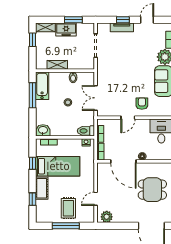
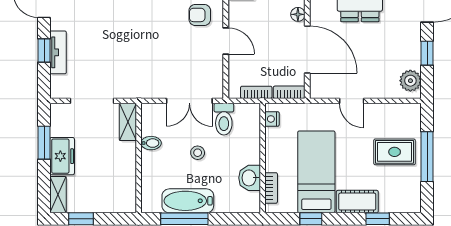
shelving: (57, 65) -> (128, 122), moved
bathtub: (42, 86) -> (188, 201), moved
washbasin: (43, 130) -> (250, 178), moved
toilet: (86, 131) -> (224, 119), moved
door: (123, 161) -> (307, 49), hinge flipped
door: (96, 199) -> (352, 101), moved
window: (121, 226) -> (427, 53), added

